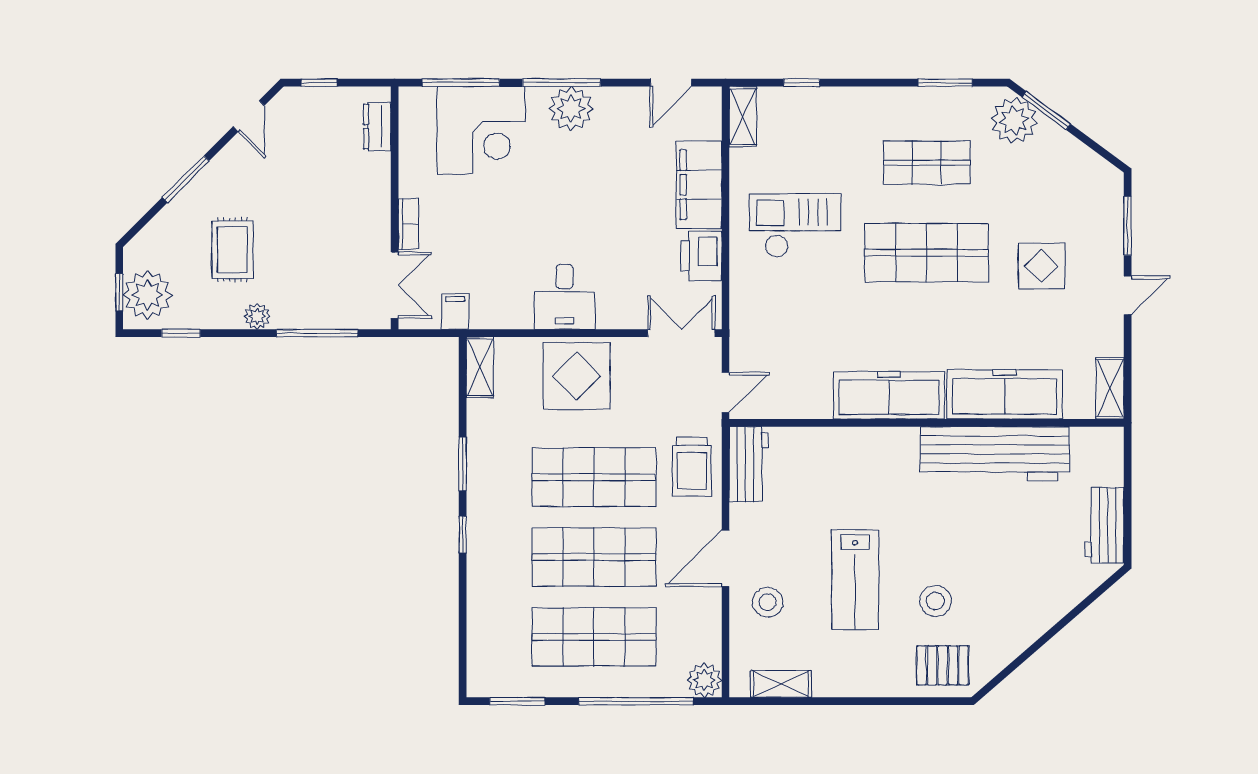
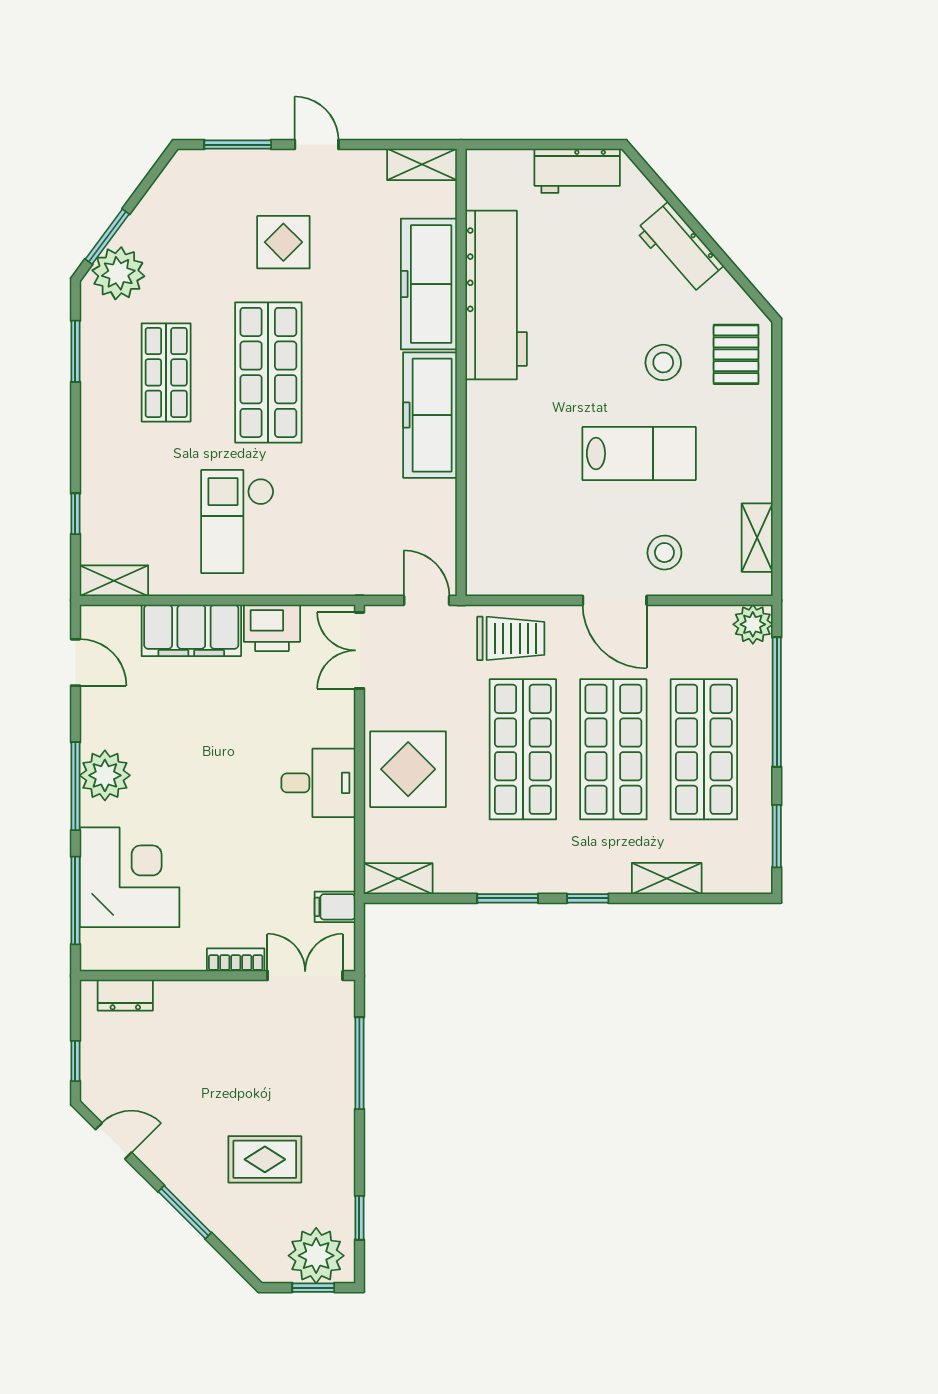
plant: (257, 316) -> (340, 1131), removed
workbench: (749, 464) -> (679, 248), moved, turned -131
shelving: (480, 604) -> (667, 878), added

